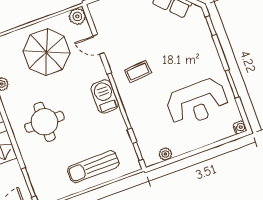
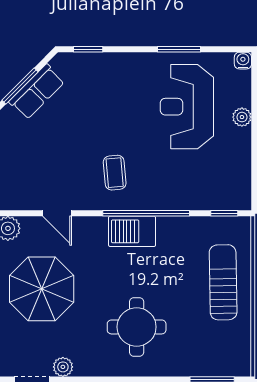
door: (99, 44) -> (57, 213), hinge flipped
reception desk: (197, 102) -> (187, 107), turned 180
plant: (165, 154) -> (242, 117), moved
sun lounger: (93, 167) -> (223, 282), turned 180

